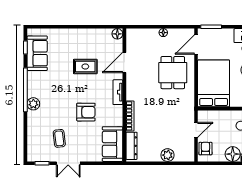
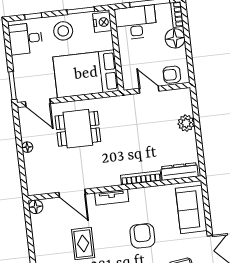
sofa: (113, 144) -> (191, 209), moved, turned 90

